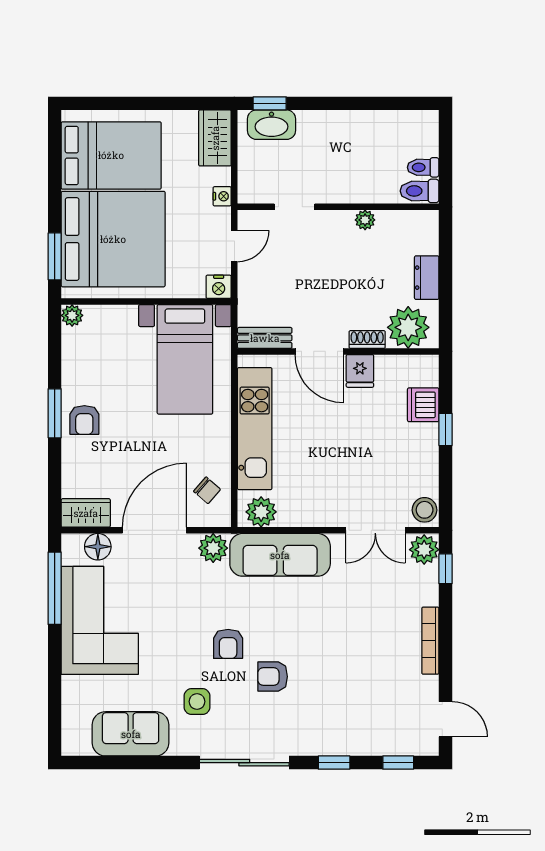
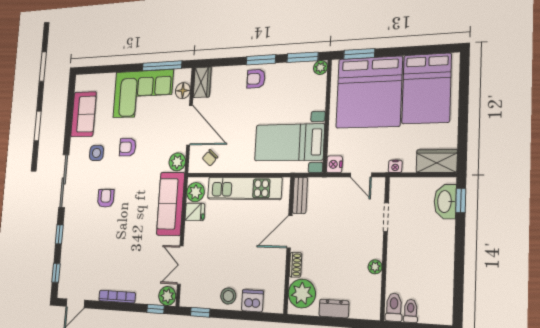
window: (55, 345) -> (303, 57), added
fridge: (360, 371) -> (195, 212), moved, turned 180
window: (446, 430) -> (200, 312), moved
stool: (425, 510) -> (228, 296), moved
armchair: (228, 644) -> (128, 147), moved

